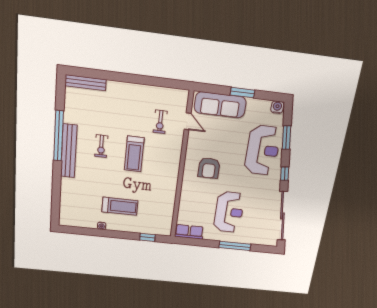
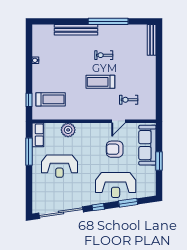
water cooler: (277, 107) -> (151, 191), removed
door: (188, 121) -> (118, 121), moved
bench: (69, 151) -> (76, 30), moved
armchair: (209, 168) -> (115, 149), moved
plant: (188, 198) -> (68, 130), added
treadmill: (120, 206) -> (51, 99), moved, turned -90
window: (235, 246) -> (29, 152), moved

